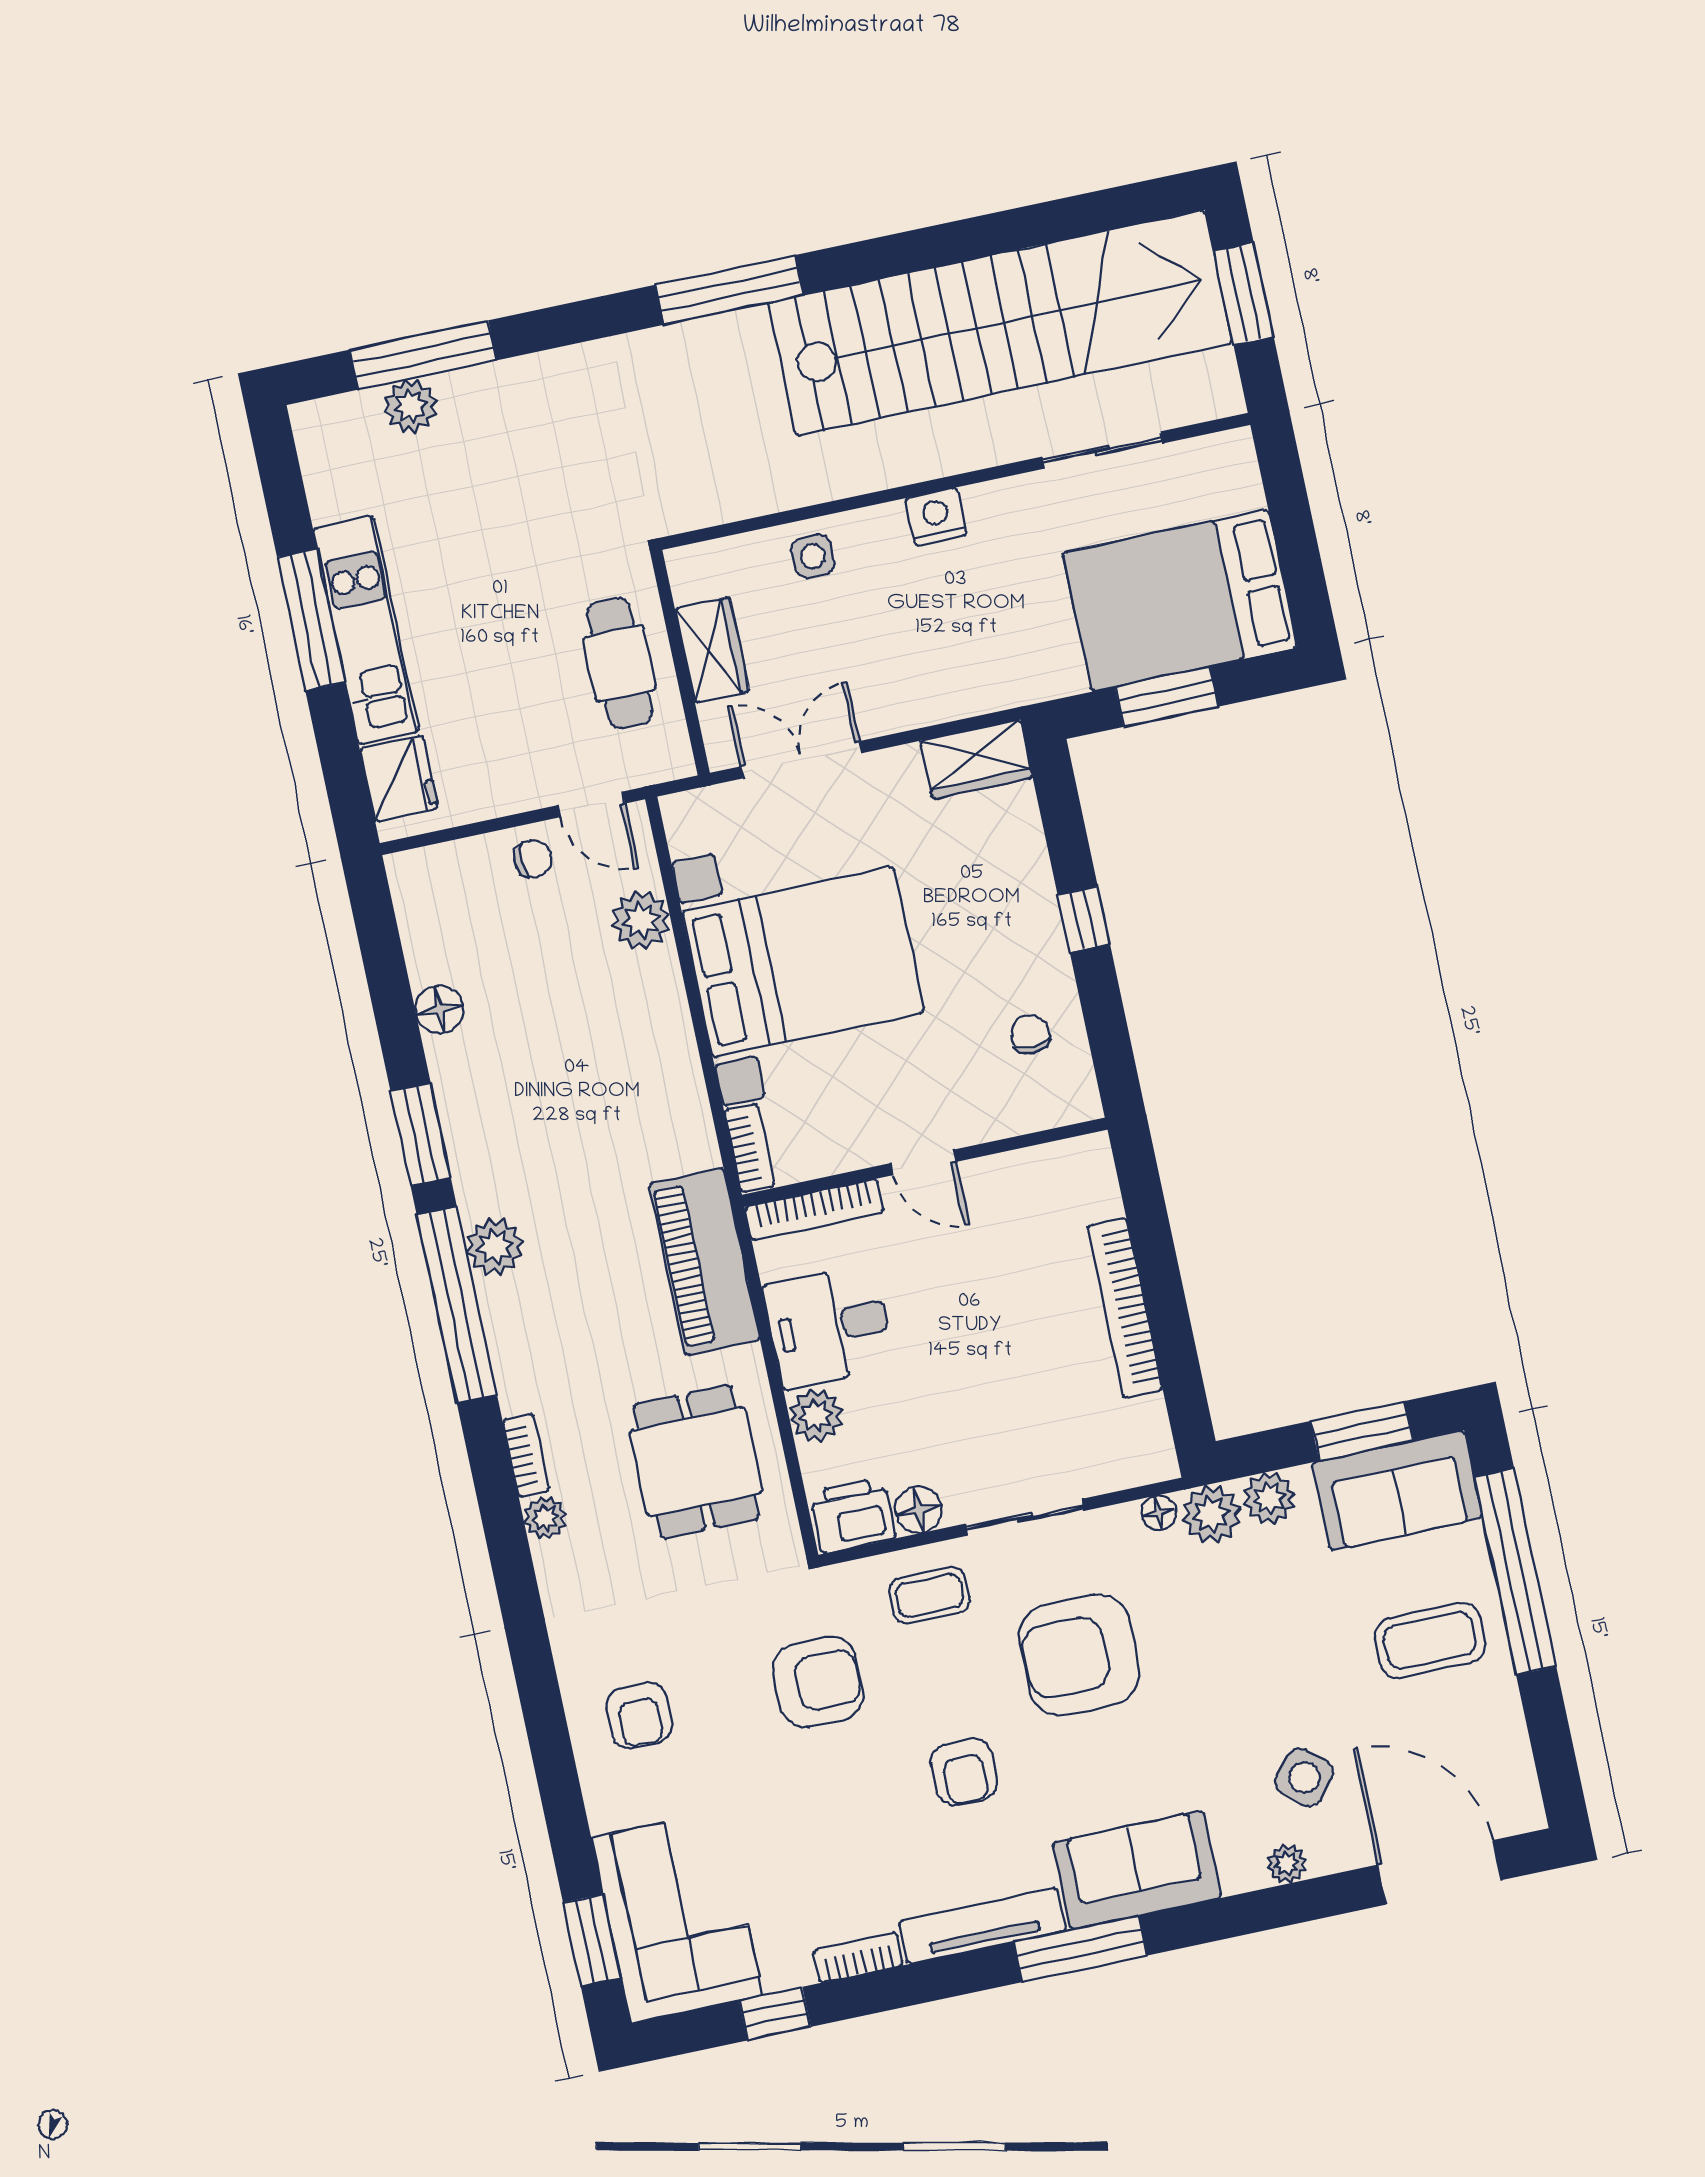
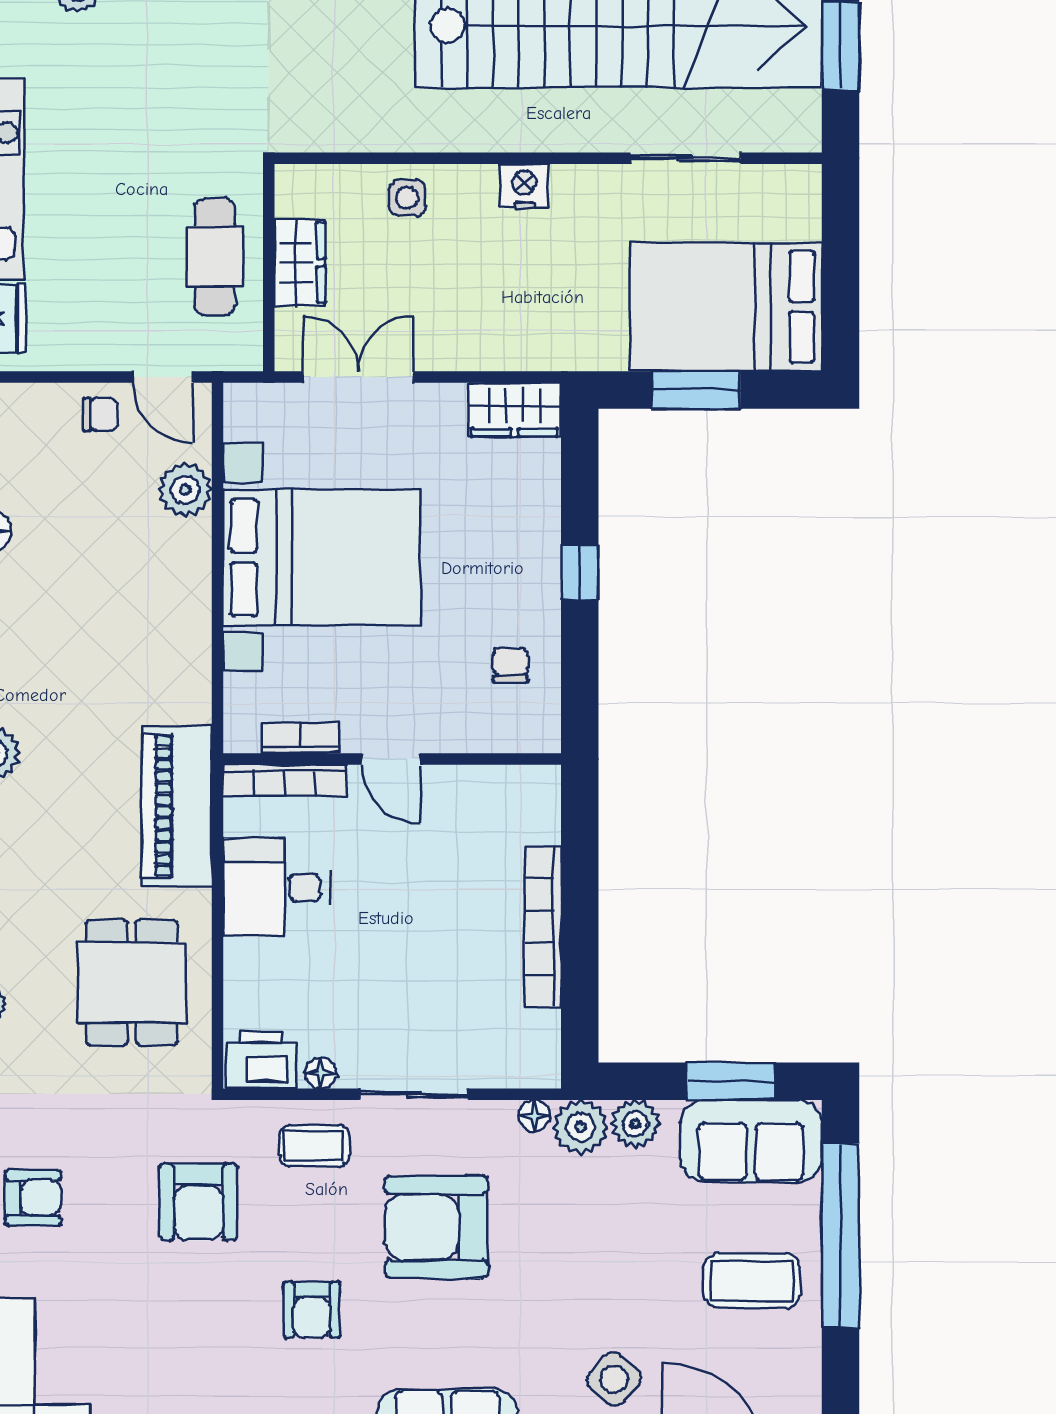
bookcase: (749, 1148) -> (300, 738), moved, turned -90
plant: (816, 1416) -> (247, 964), removed
floor lamp: (918, 1510) -> (321, 1073), width x0.73, depth x0.73
armchair: (818, 1682) -> (198, 1202), turned 90
armchair: (639, 1715) -> (33, 1198), turned -90

